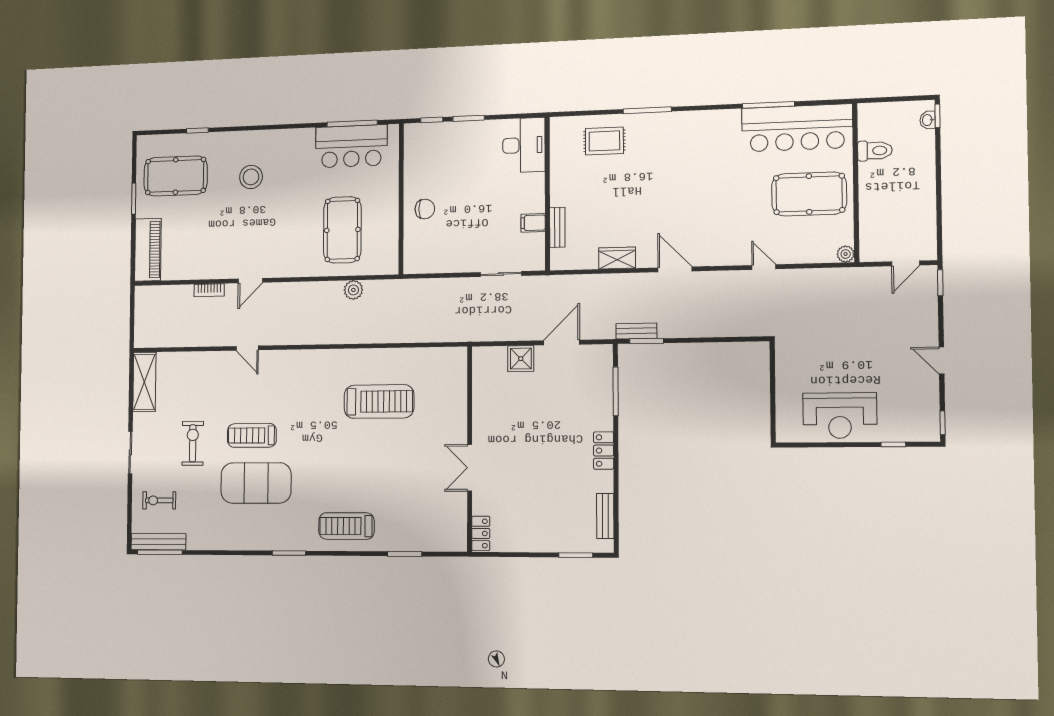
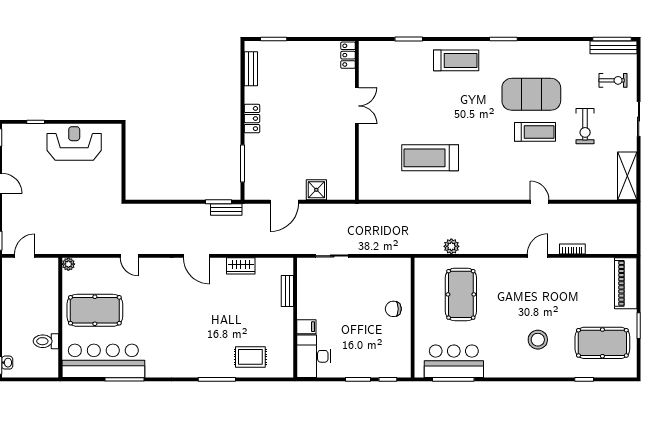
filing cabinet: (533, 223) -> (306, 327), moved

